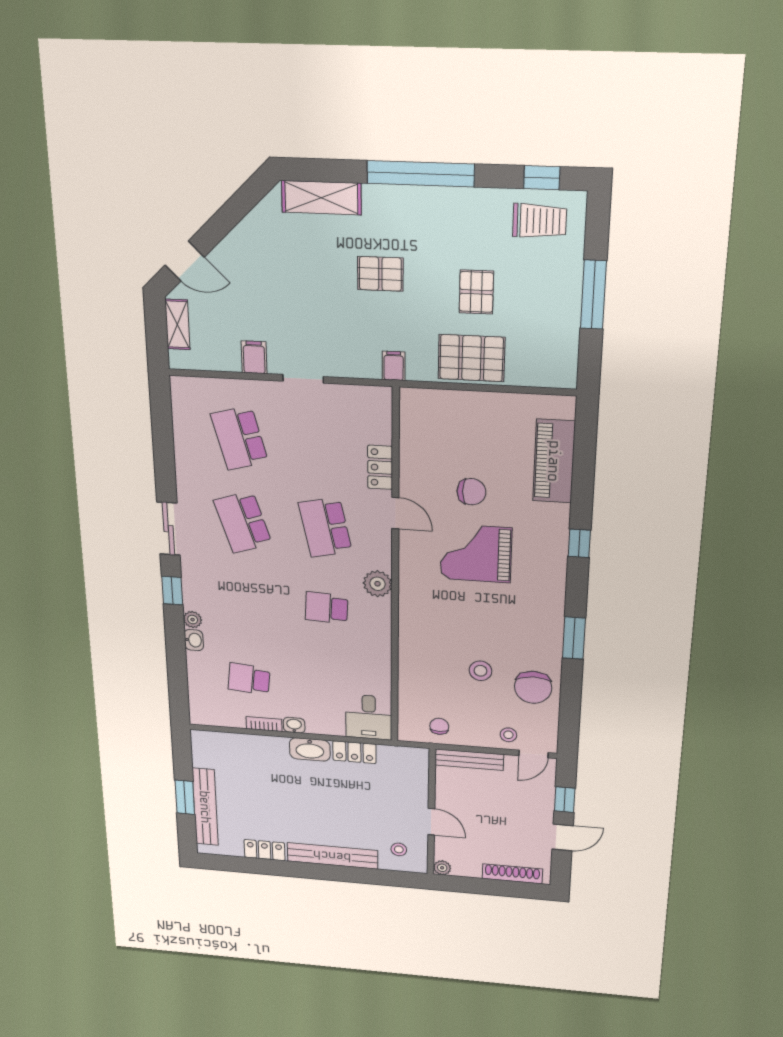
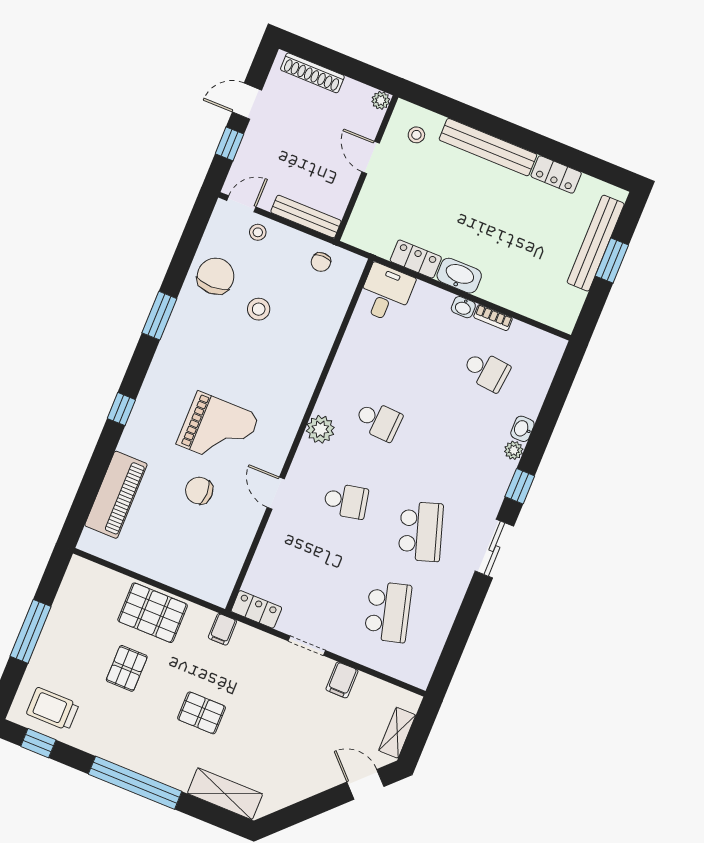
locker: (380, 467) -> (256, 609), moved, turned -90
school desk: (325, 527) -> (346, 501), width x0.54

